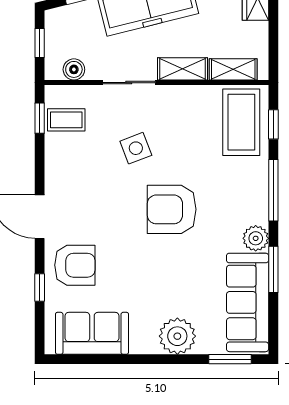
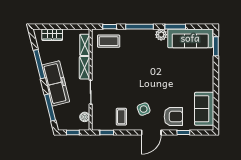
coffee table: (66, 120) -> (121, 117), moved
coffee table: (241, 122) -> (109, 41), width x0.73, depth x0.76
side table: (136, 148) -> (144, 109), moved
armchair: (172, 209) -> (148, 73), removed
armchair: (75, 265) -> (173, 117), turned 90
plant: (177, 336) -> (205, 70), removed

